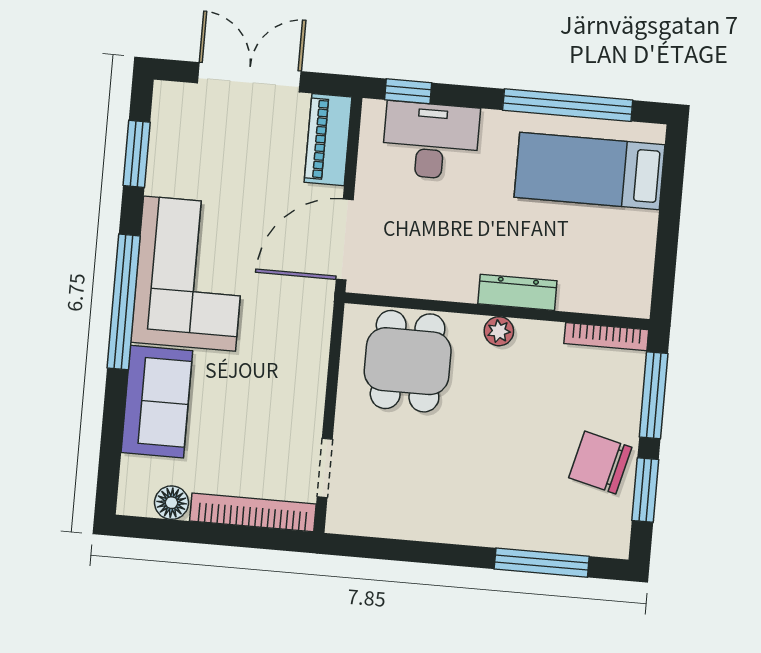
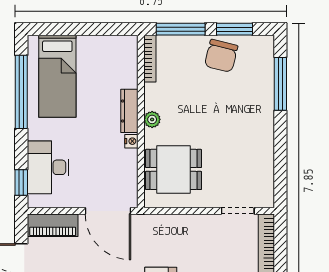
nightstand: (464, 291) -> (131, 141), added

